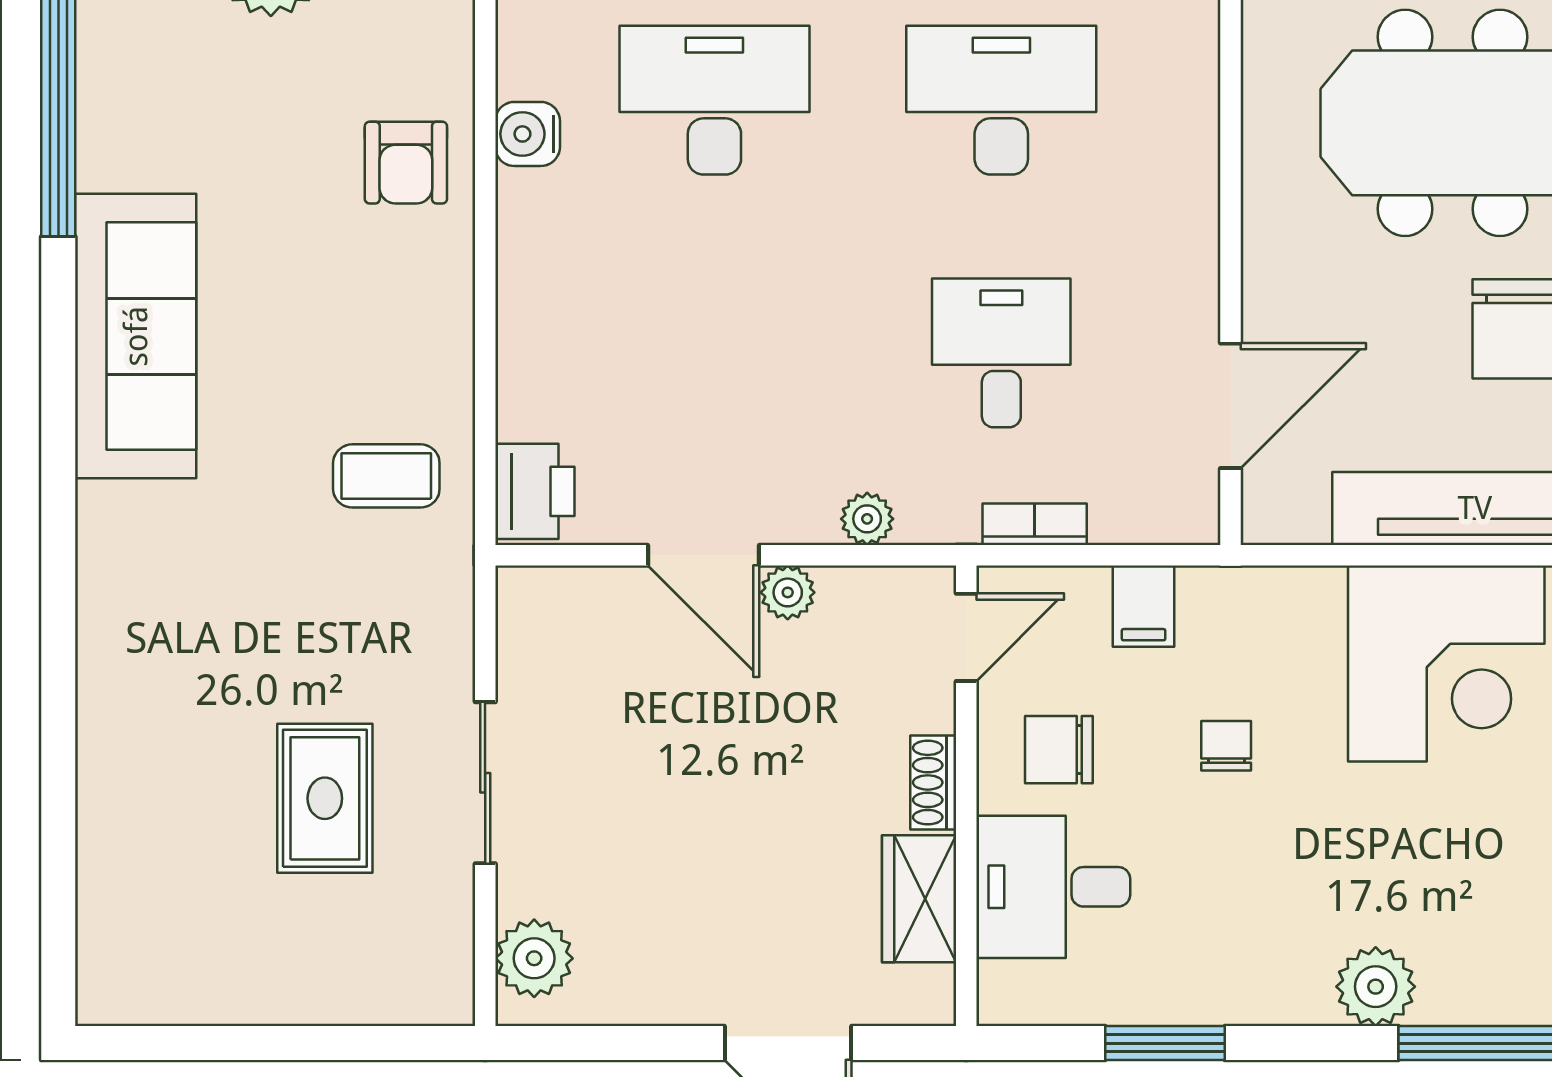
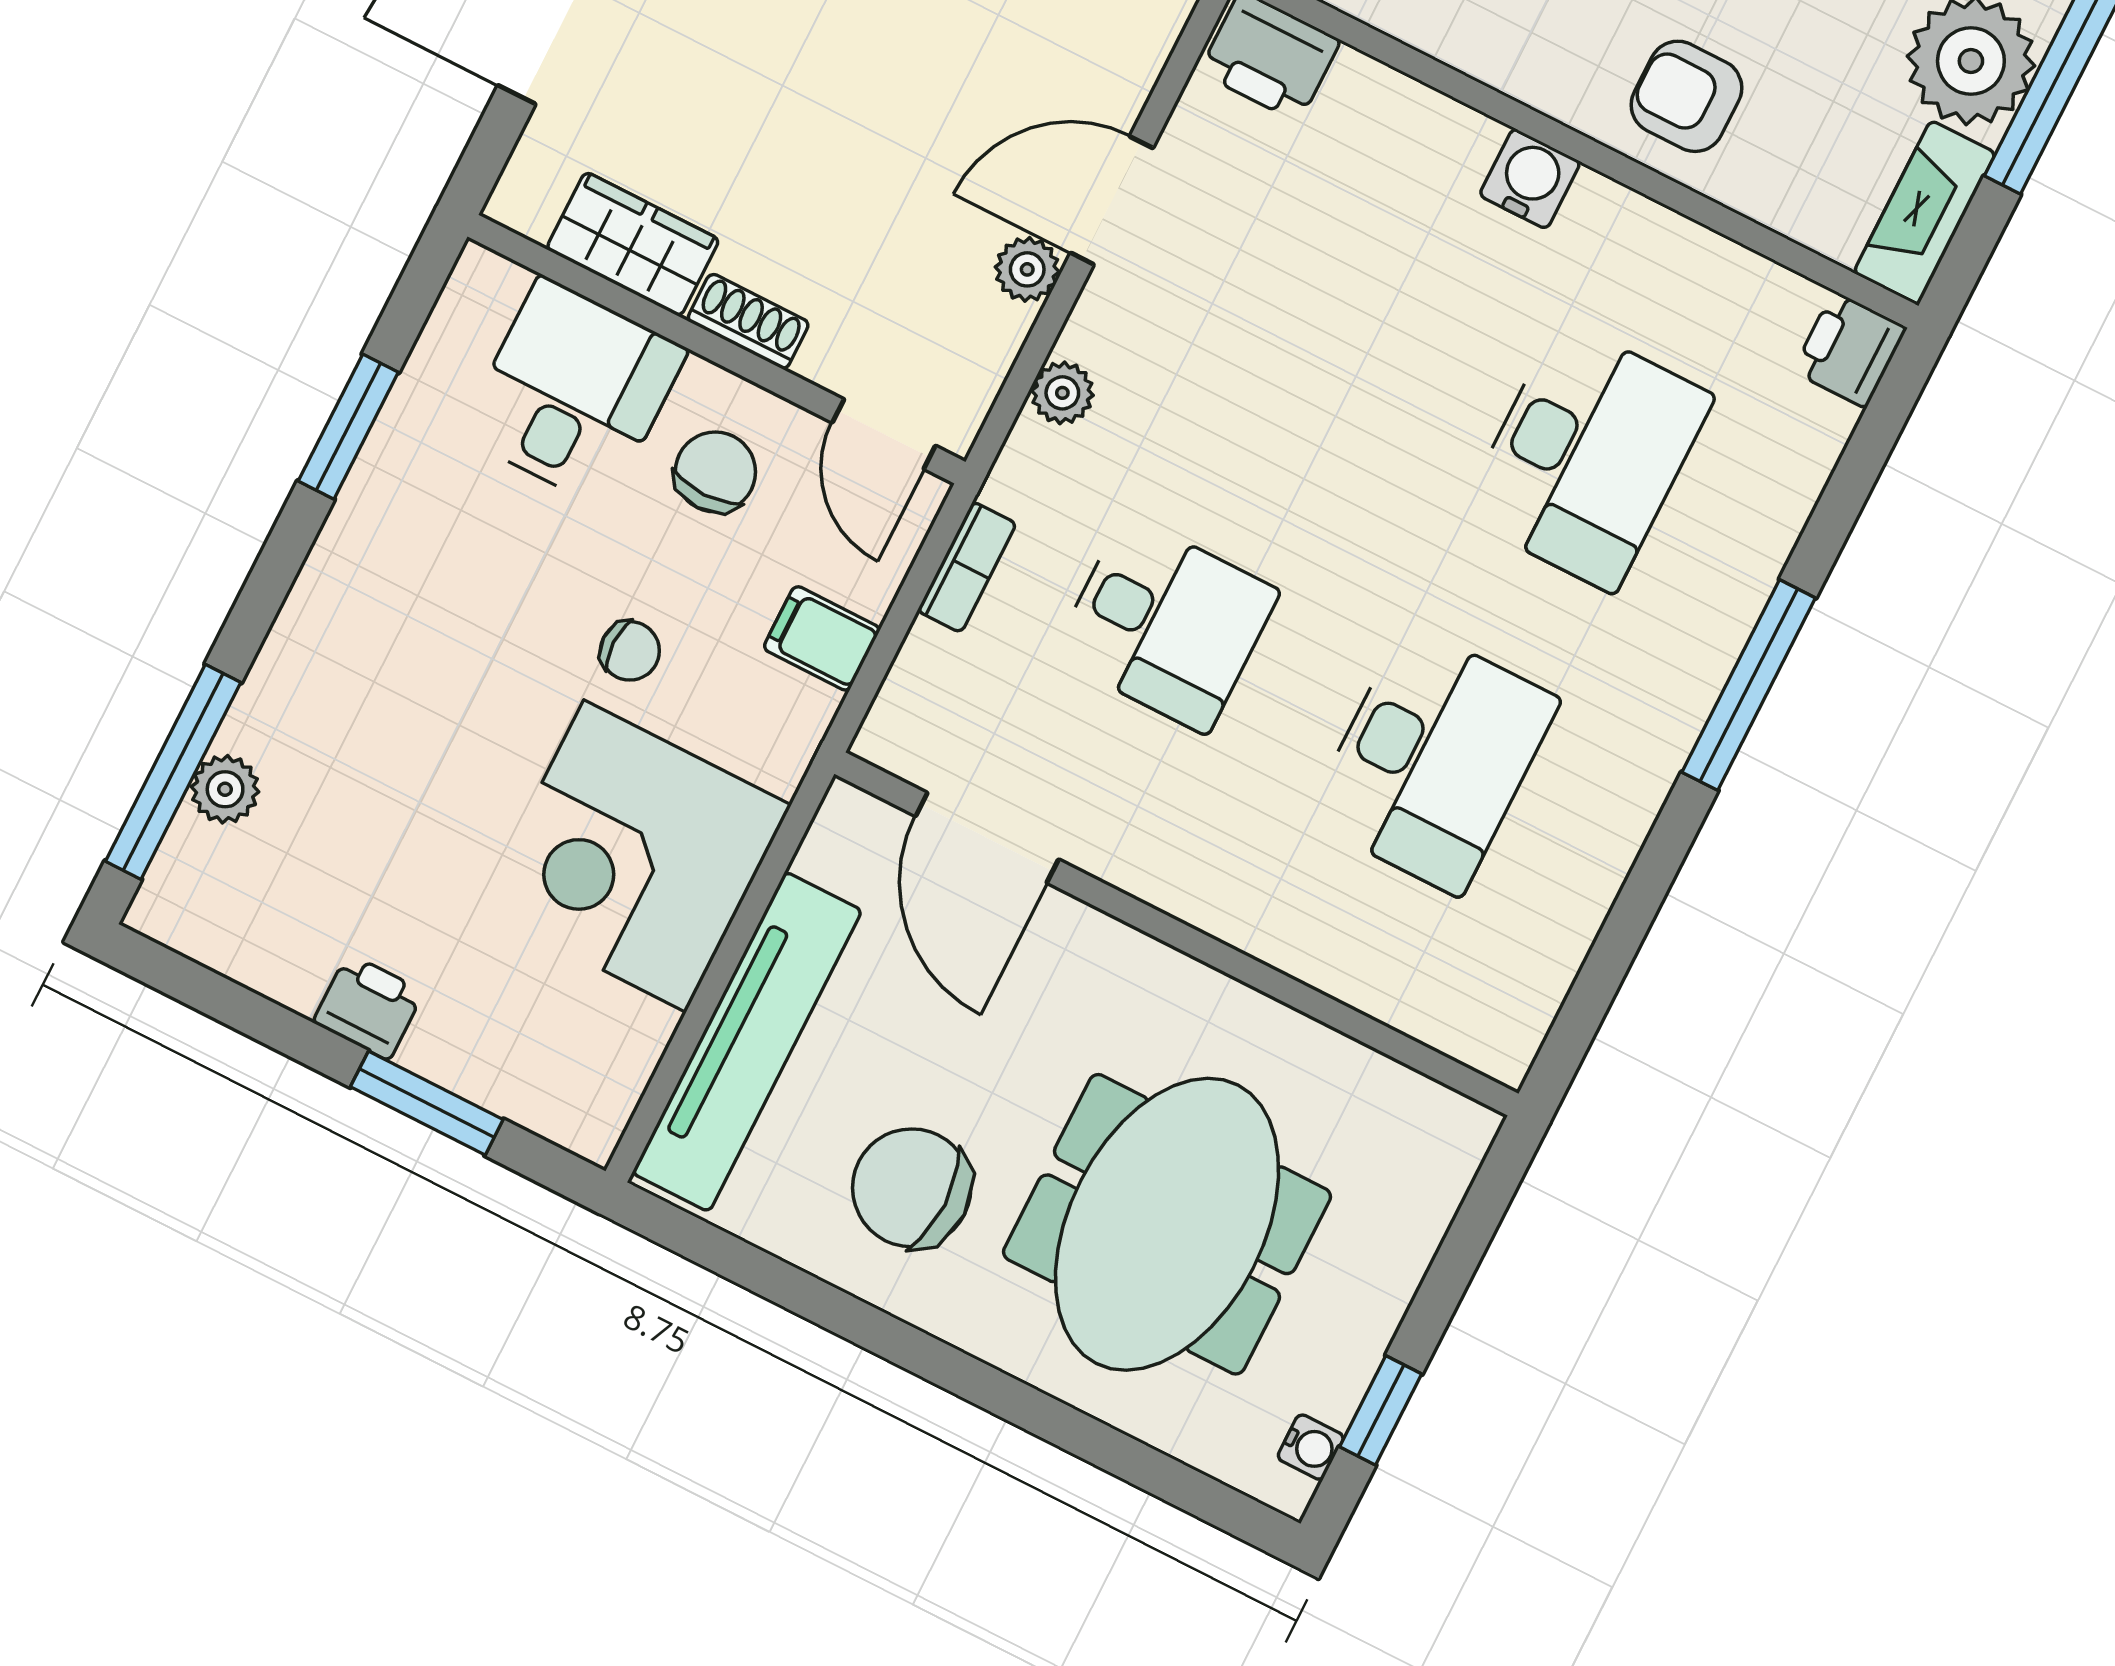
water cooler: (528, 134) -> (1530, 179), moved
corner desk: (1446, 664) -> (635, 856), moved
plant: (1376, 987) -> (225, 789), moved, width x0.73, depth x0.73

